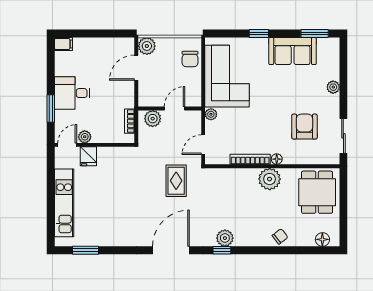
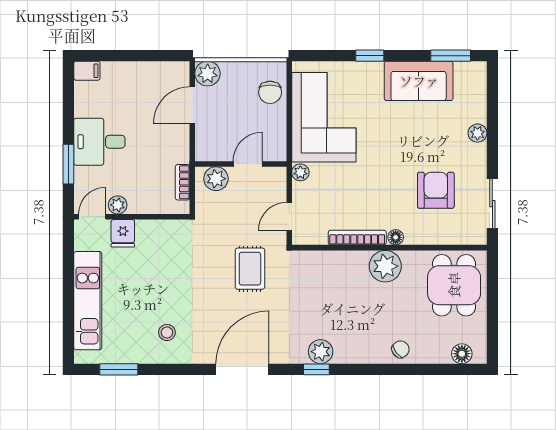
stool: (119, 225) -> (167, 332), added

